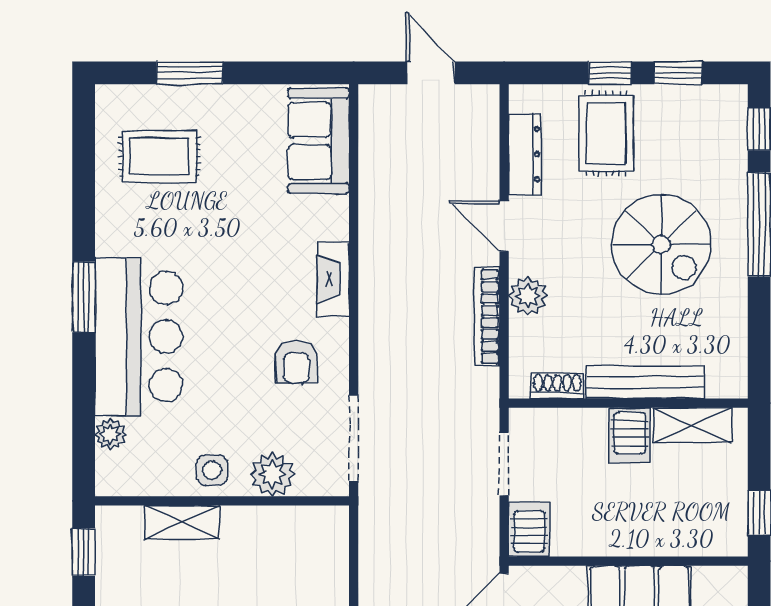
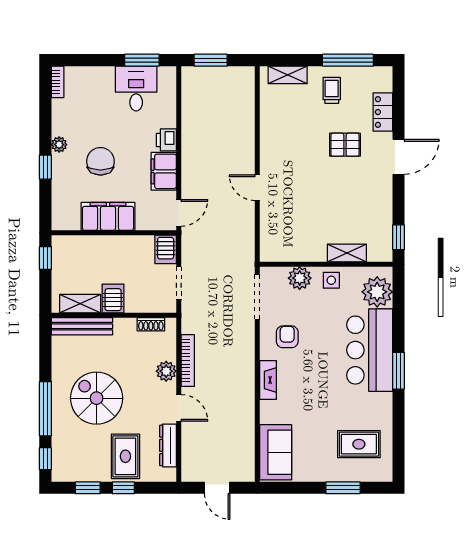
bench: (645, 382) -> (82, 326), moved
plant: (111, 434) -> (377, 292), width x1.87, depth x1.87

